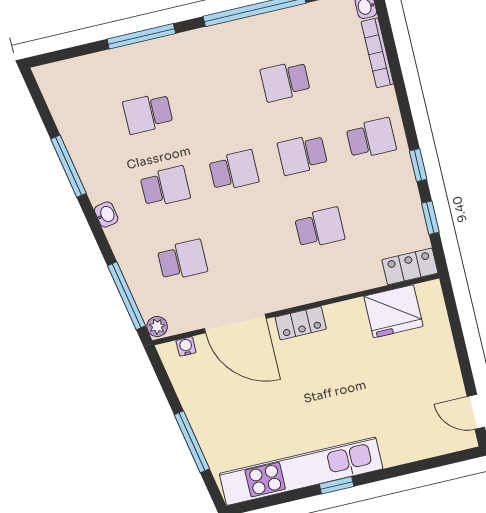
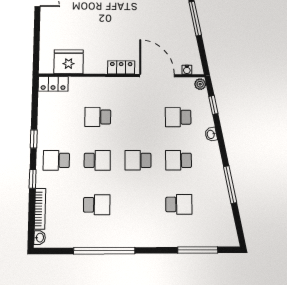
window: (141, 36) -> (198, 250), moved
washbasin: (106, 215) -> (211, 134), moved
window: (430, 218) -> (33, 179), moved
window: (126, 296) -> (213, 105), width x0.46

